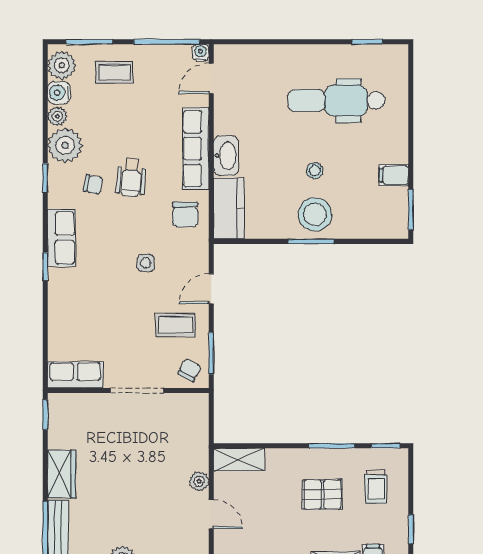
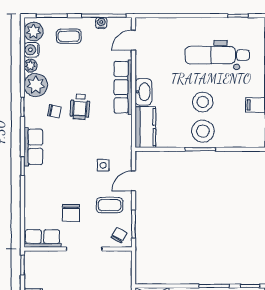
water cooler: (200, 53) -> (101, 23), moved
stool: (315, 171) -> (203, 102), width x1.89, depth x1.89
chair: (185, 215) -> (71, 213), moved
side table: (146, 263) -> (103, 165), moved

